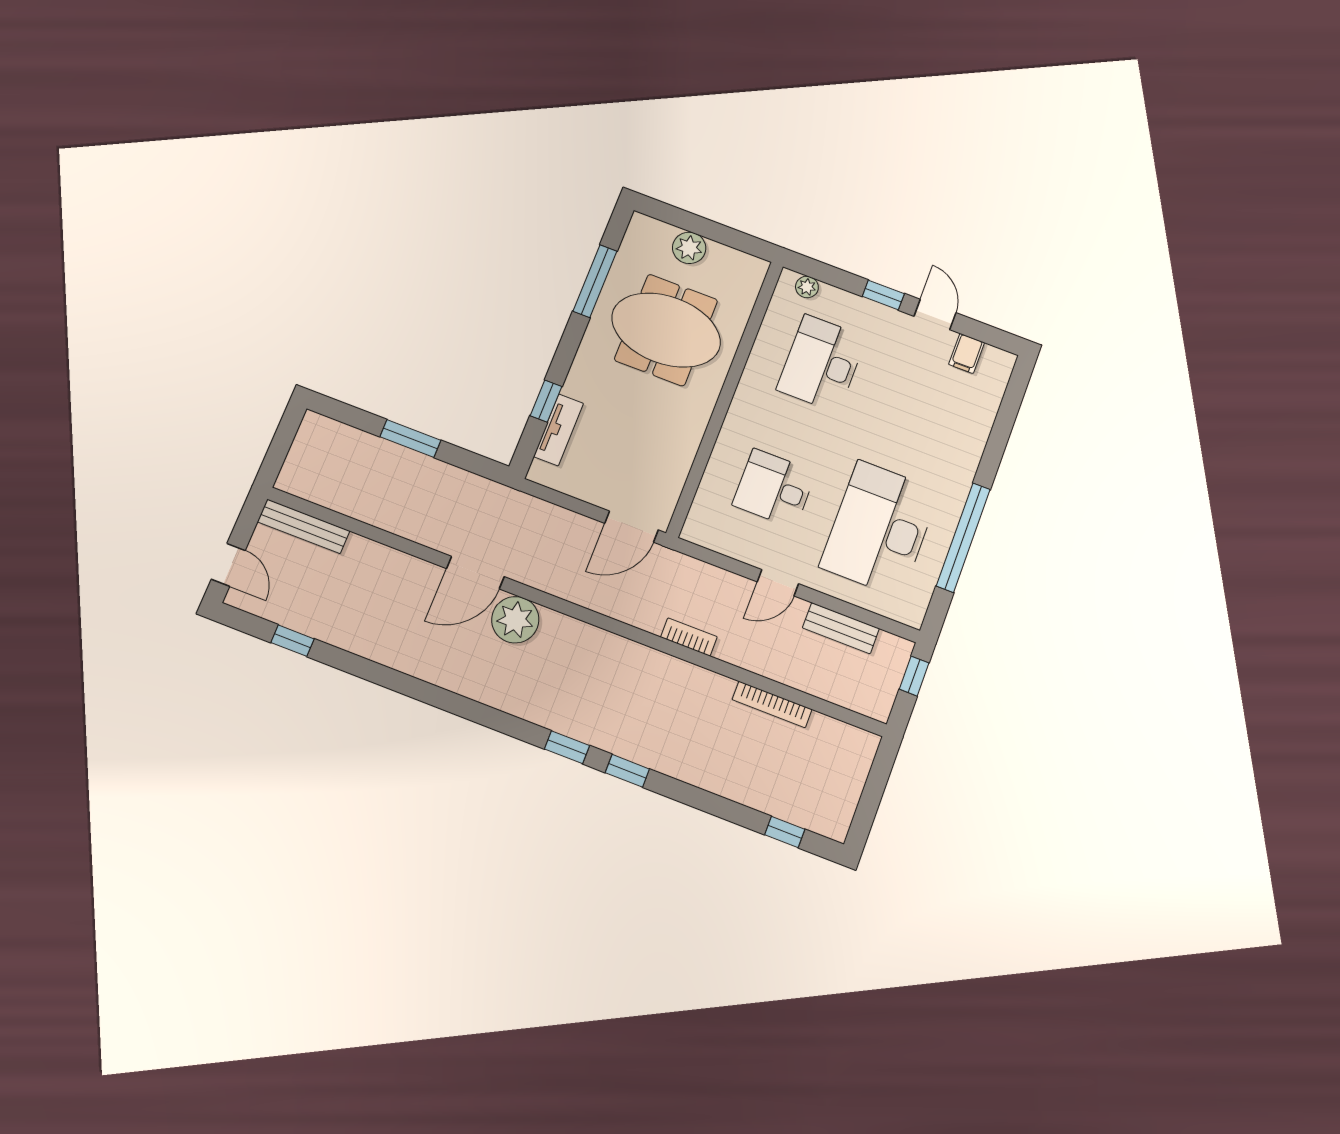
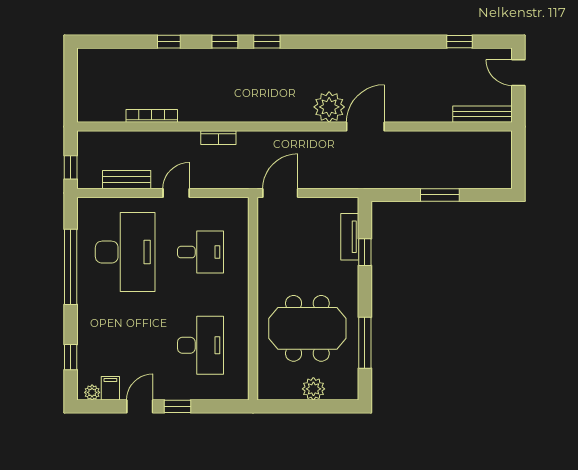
plant: (807, 287) -> (92, 392), moved
door: (935, 314) -> (140, 406), swing flipped
window: (1007, 415) -> (71, 357), added
window: (785, 832) -> (169, 42), moved

